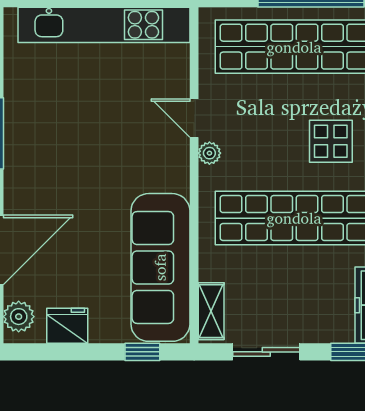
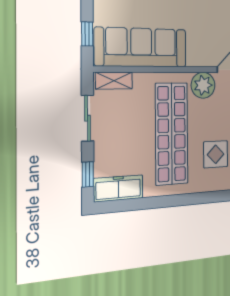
plant: (209, 153) -> (203, 85), width x1.87, depth x1.87

